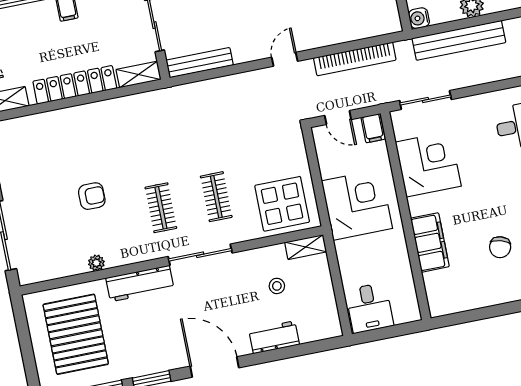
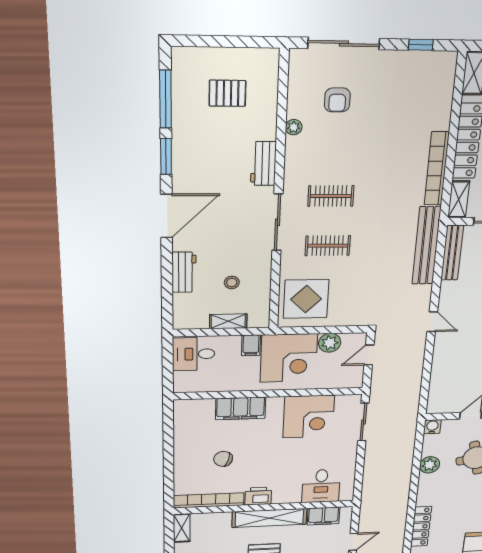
bench: (459, 40) -> (426, 246), moved
bookcase: (355, 59) -> (437, 169), moved
filing cabinet: (373, 128) -> (251, 345), moved, turned -90
plant: (330, 165) -> (330, 343), added
armchair: (92, 196) -> (337, 100), moved
shelving: (306, 247) -> (228, 321), moved, turned 90
workbench: (140, 284) -> (263, 164), width x0.73
pallet: (76, 334) -> (227, 93), width x0.49, depth x0.50

